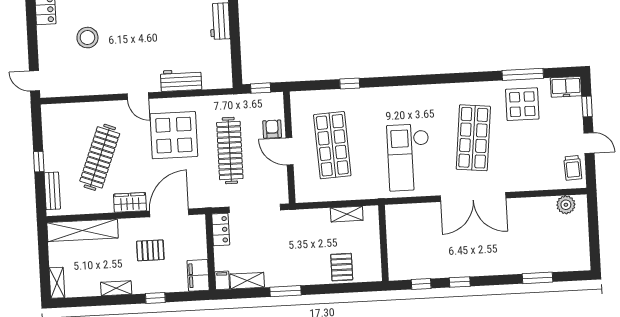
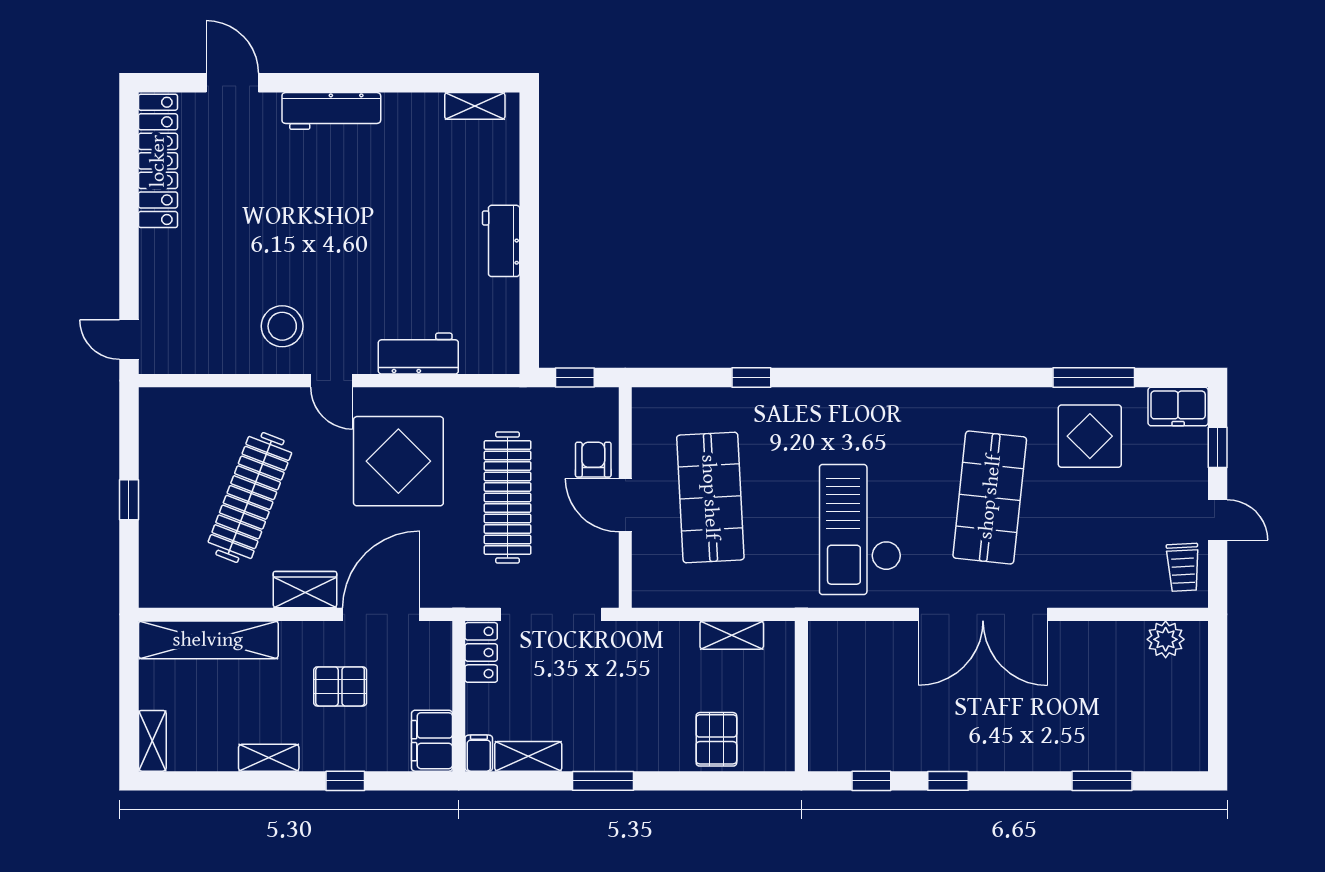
stool: (87, 38) -> (282, 326), moved
bench: (52, 191) -> (153, 559), removed

